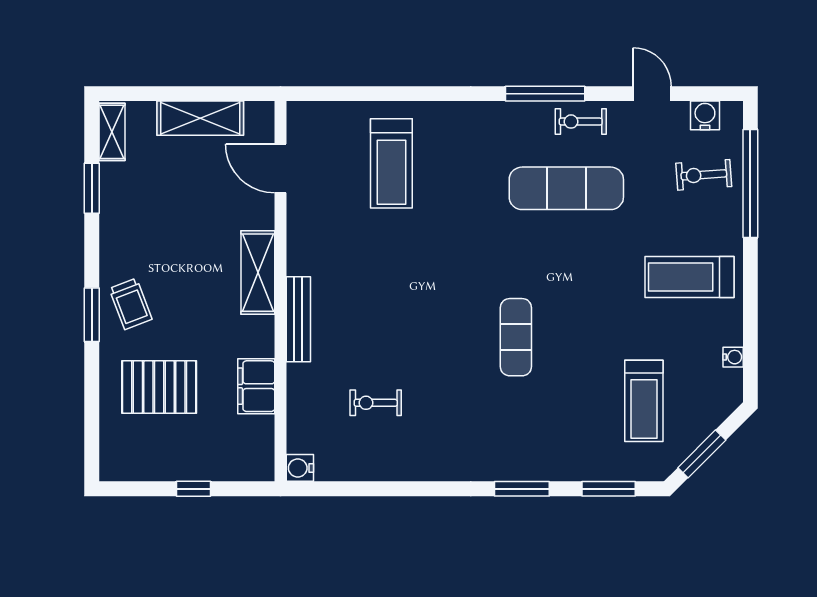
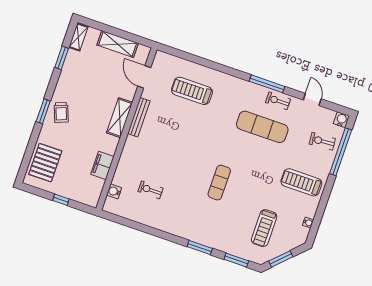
water cooler: (705, 115) -> (341, 120), moved
treadmill: (391, 163) -> (192, 91), turned 90
bench: (298, 319) -> (139, 117), moved
pallet: (159, 387) -> (45, 163), moved, turned 90
water cooler: (300, 468) -> (114, 191), moved

